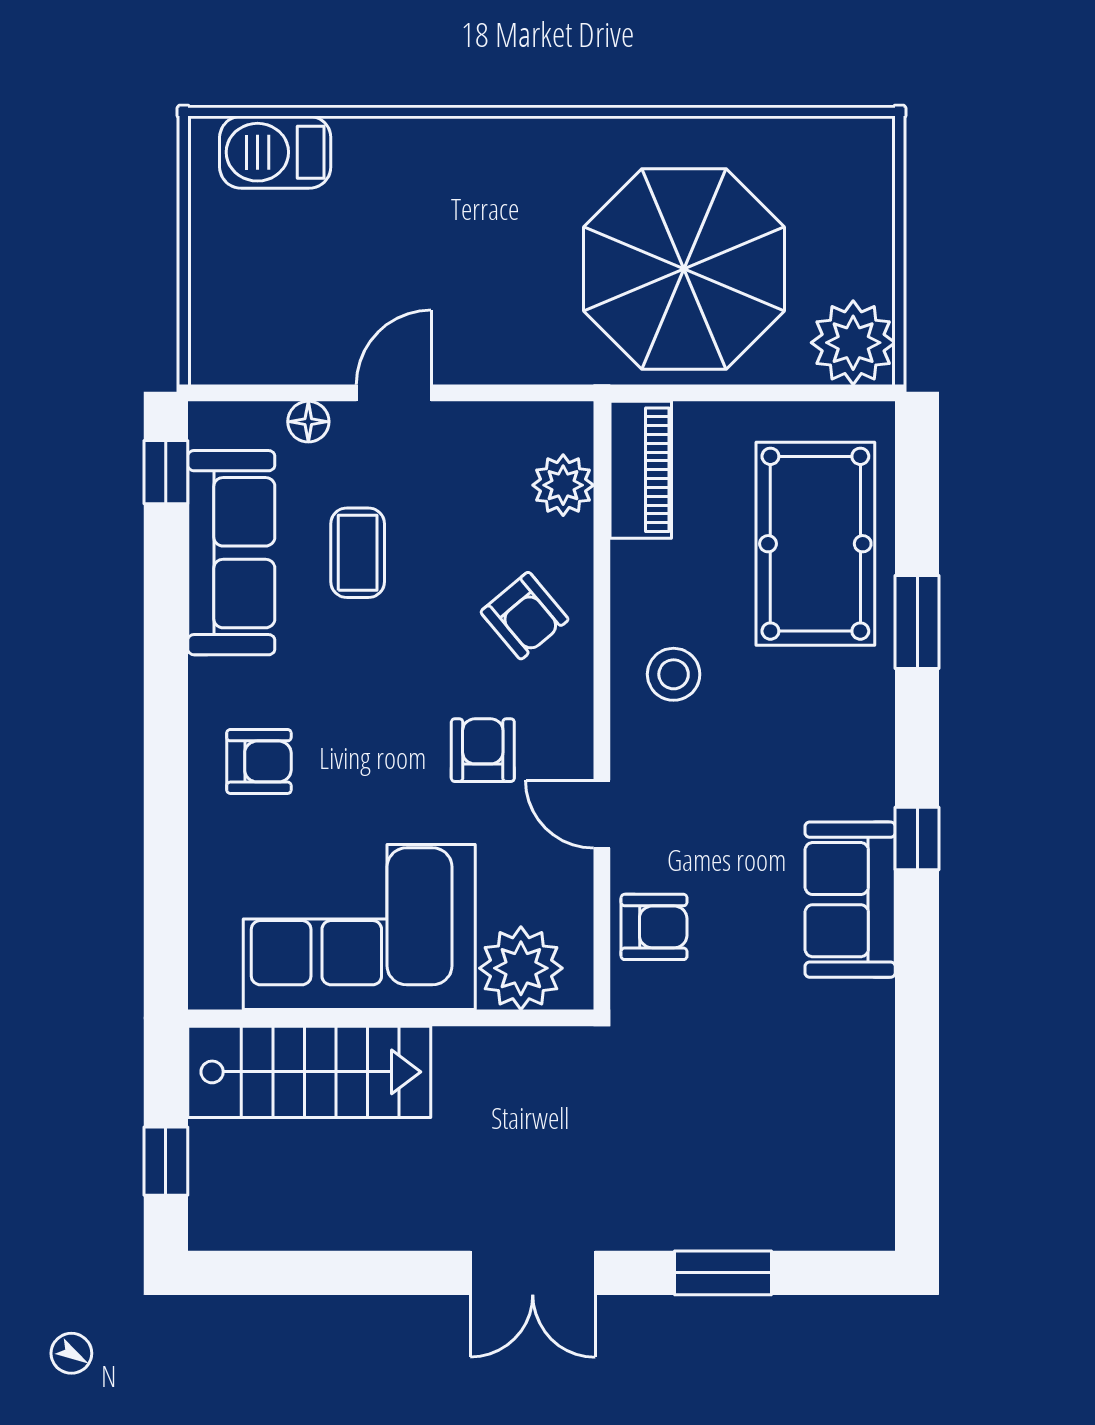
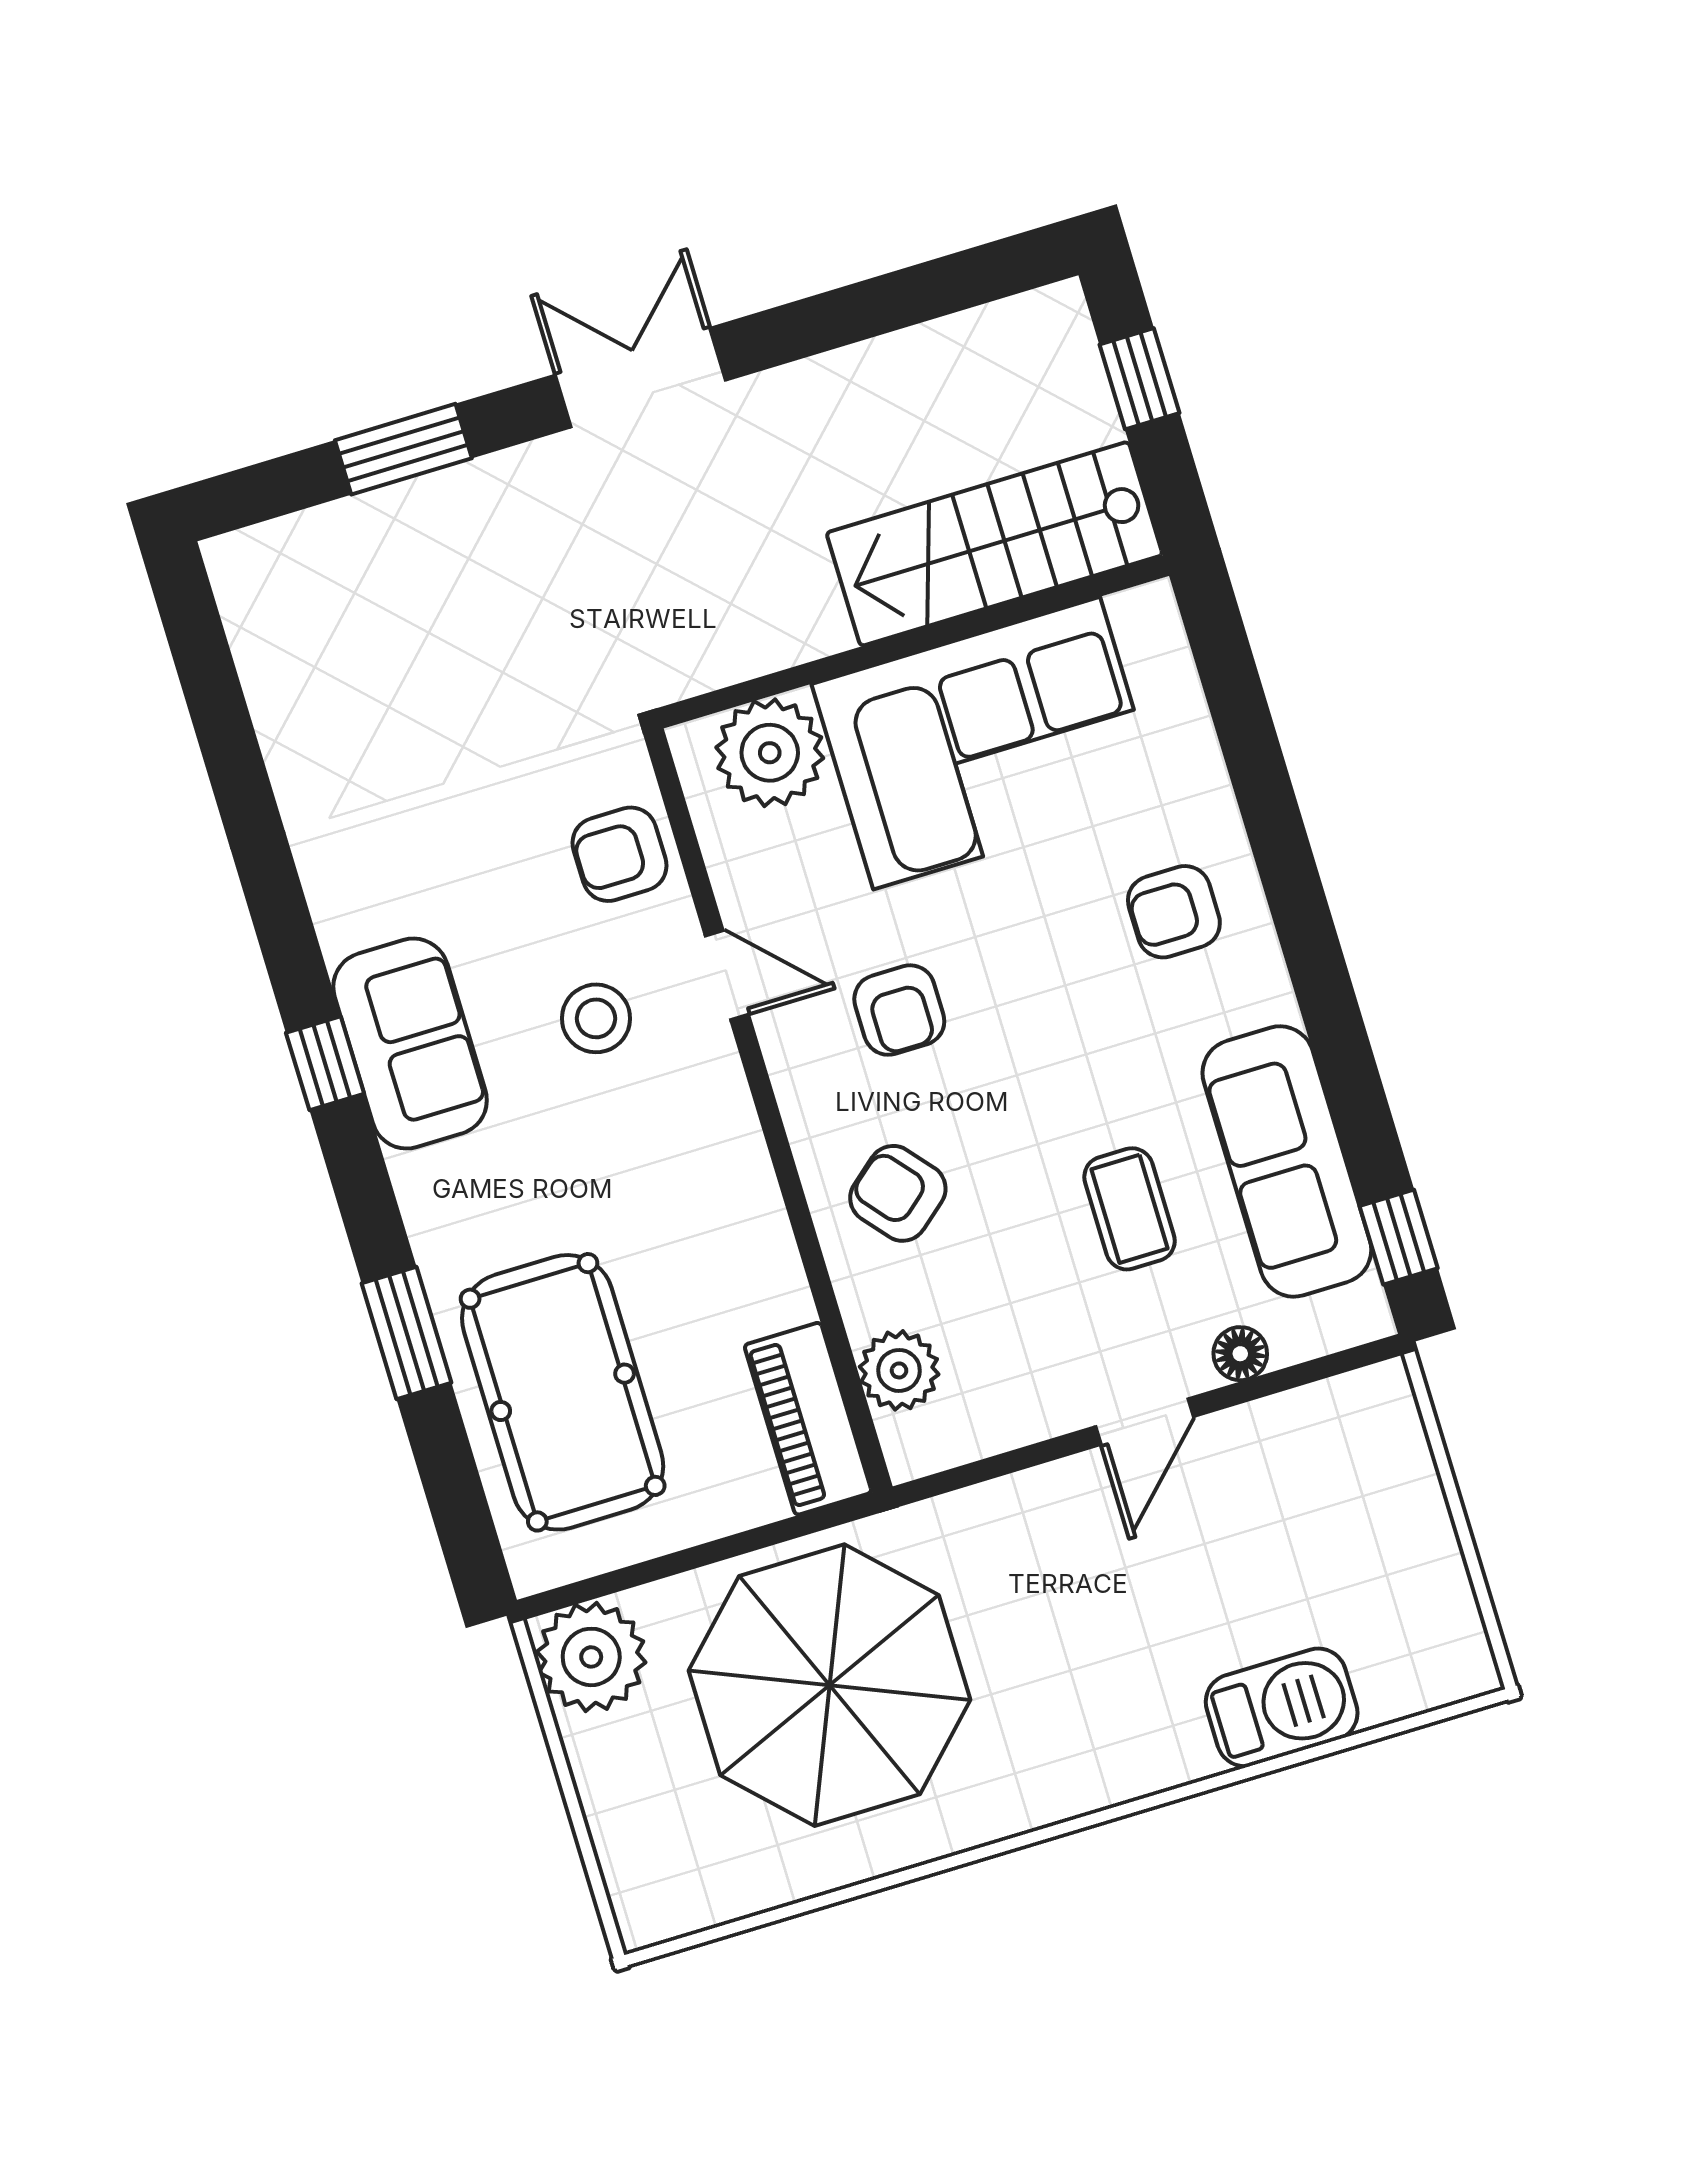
barbecue: (275, 152) -> (1282, 1707), moved
stool: (674, 674) -> (596, 1018), moved
sofa: (850, 900) -> (410, 1044), moved

